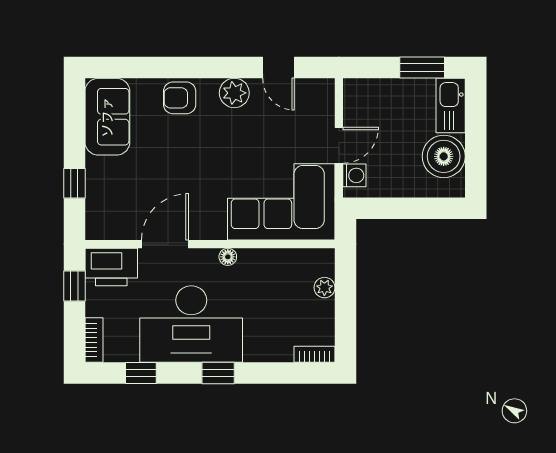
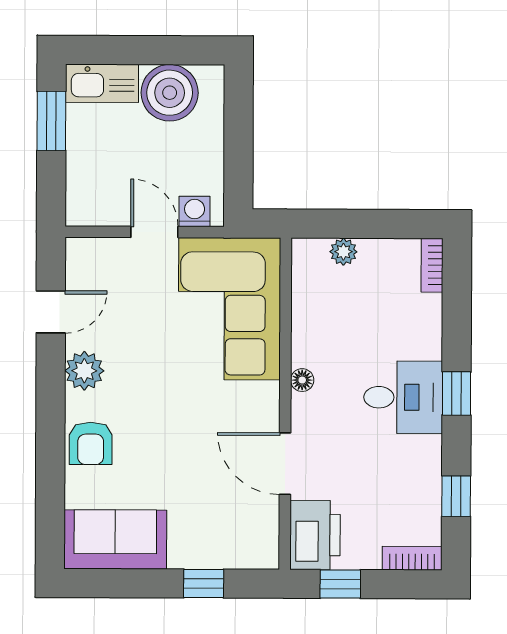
desk: (191, 324) -> (403, 397), width x0.53, depth x0.77

